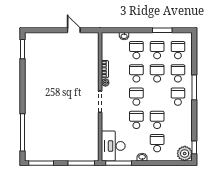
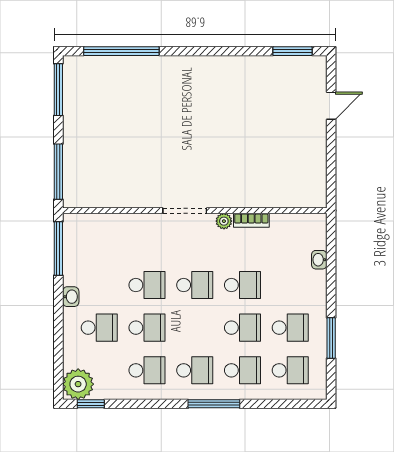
door: (74, 30) -> (331, 106), moved
school desk: (136, 50) -> (147, 370), moved
desk: (113, 146) -> (93, 237), removed

